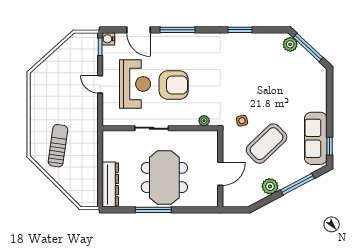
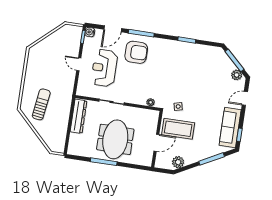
door: (139, 30) -> (113, 29), hinge flipped
plant: (290, 44) -> (237, 75), moved
reception desk: (135, 84) -> (104, 68), turned 180
armchair: (174, 85) -> (136, 52), moved
door: (330, 96) -> (245, 98), added
coffee table: (267, 144) -> (178, 129), moved, turned 44
dresser: (110, 184) -> (78, 116), moved
plant: (270, 186) -> (178, 162), moved

